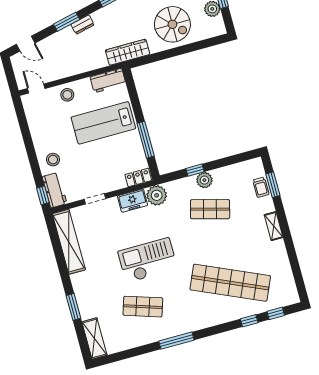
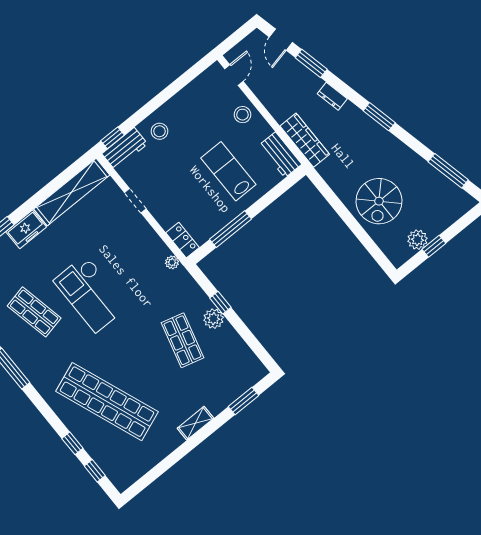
window: (67, 22) -> (311, 63), moved
wardrobe: (128, 52) -> (305, 140), moved
lab bench: (103, 123) -> (228, 171), width x0.73, depth x0.72
trolley: (261, 187) -> (234, 388), removed
plant: (157, 195) -> (172, 262), width x0.53, depth x0.53
freezer: (133, 201) -> (26, 229), moved, turned -90
checkout: (148, 260) -> (91, 294), turned 180
shop shelf: (230, 283) -> (107, 402), turned -45
shop shelf: (143, 307) -> (34, 312), turned -30

